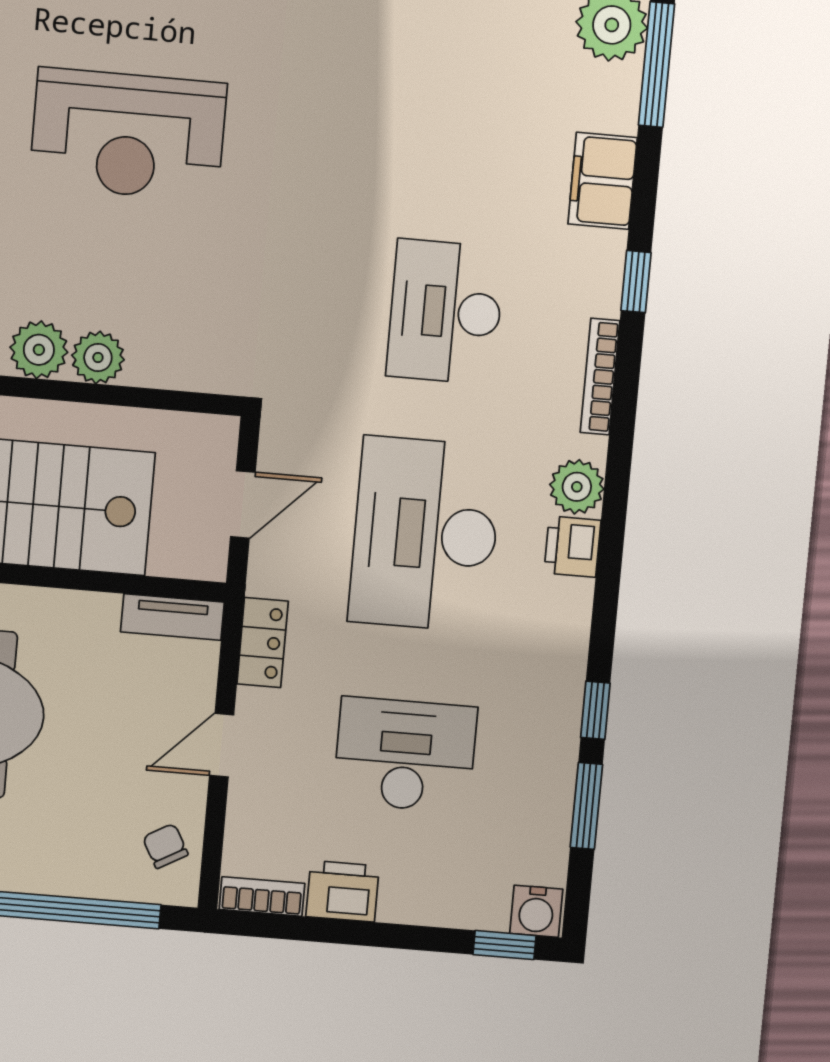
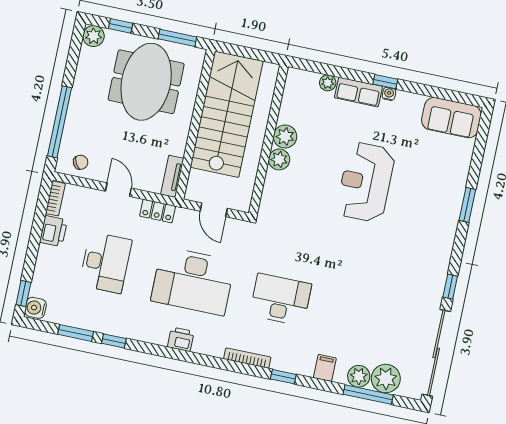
filing cabinet: (603, 181) -> (325, 368), width x0.50
plant: (577, 487) -> (359, 376), moved
desk: (425, 534) -> (193, 281), turned 180

